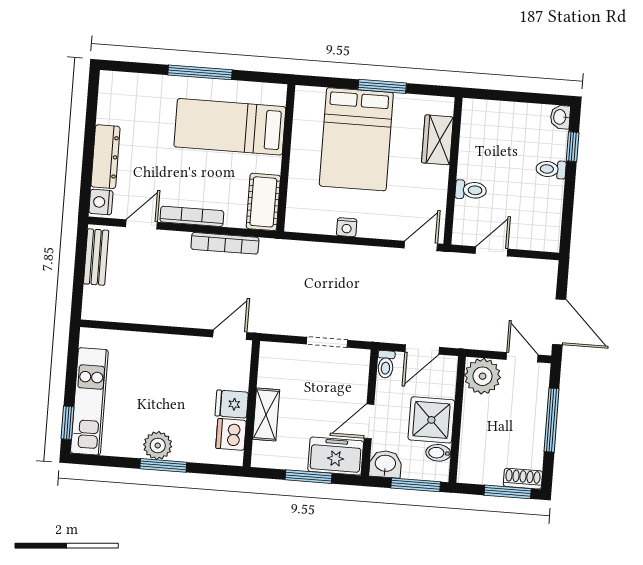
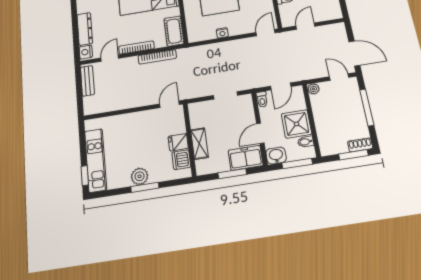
plant: (483, 376) -> (313, 89), width x0.53, depth x0.53

